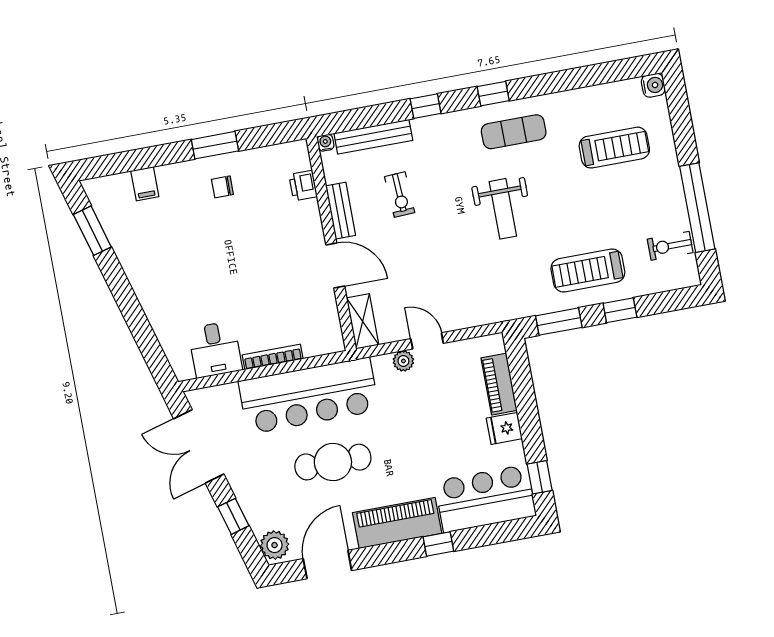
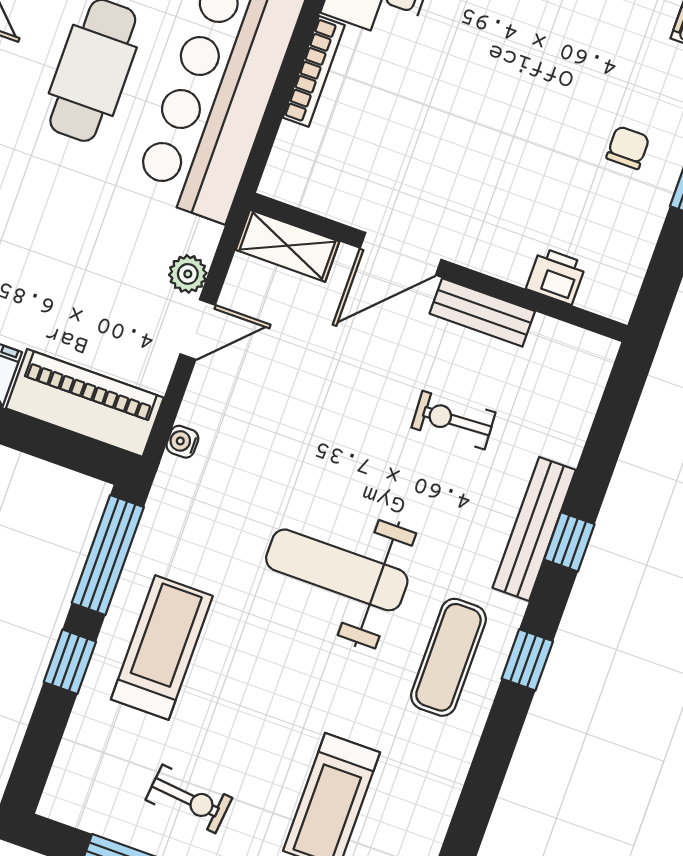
bench: (373, 137) -> (534, 529), moved
water cooler: (326, 143) -> (182, 442), moved, turned 180
weight bench: (503, 209) -> (337, 570), width x1.36, depth x1.33
exercise bike: (670, 246) -> (189, 799), moved, turned 96
window: (559, 322) -> (108, 555), width x1.44
piano: (499, 384) -> (85, 403), width x1.37, depth x1.33

